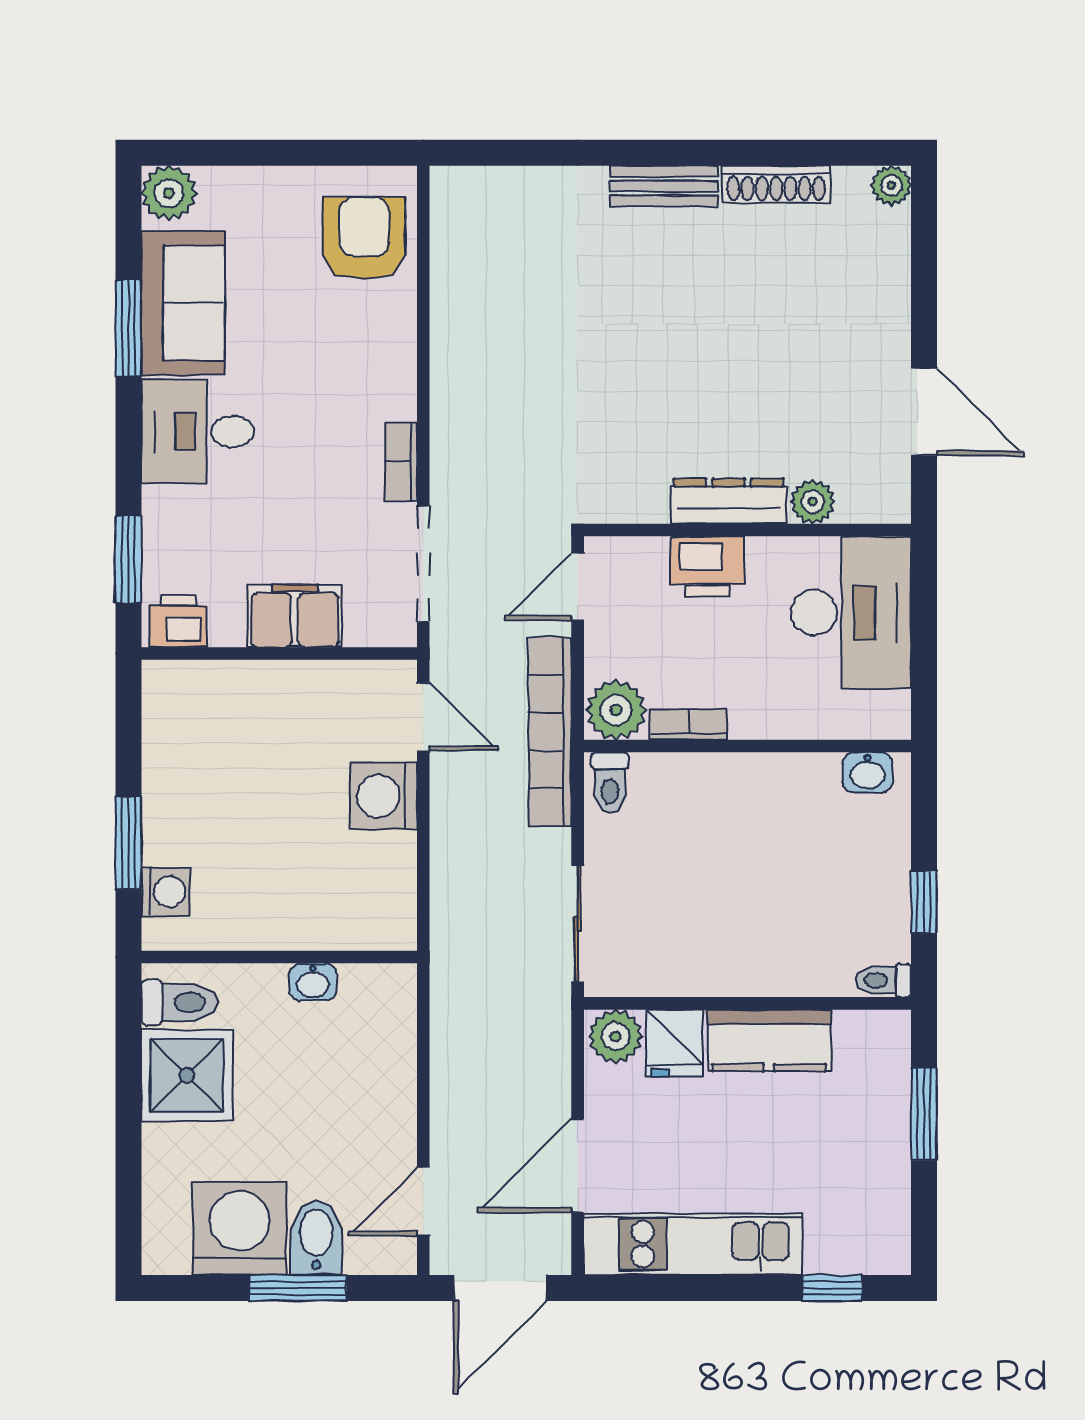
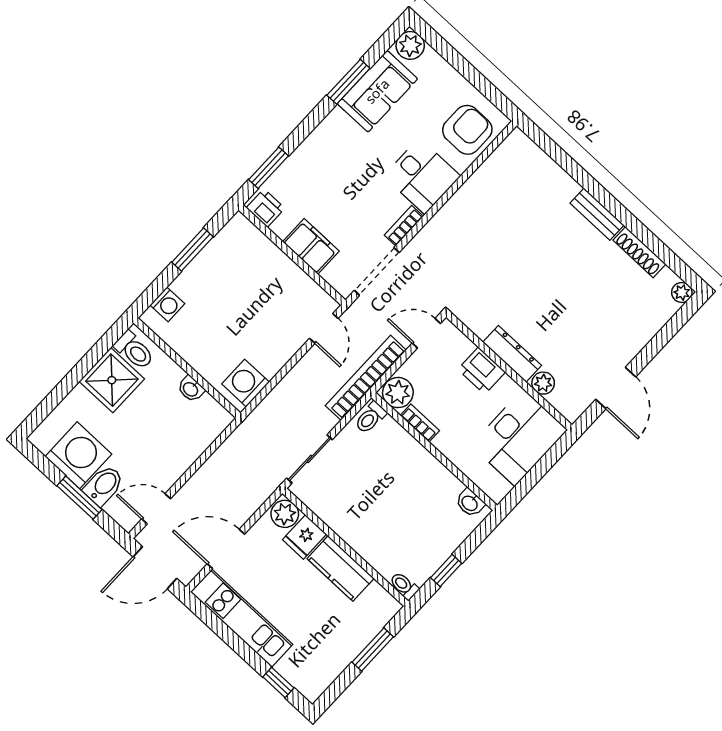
desk: (198, 431) -> (422, 176), moved, turned 180
washing machine: (384, 796) -> (246, 383), moved
window: (128, 843) -> (192, 250), moved

